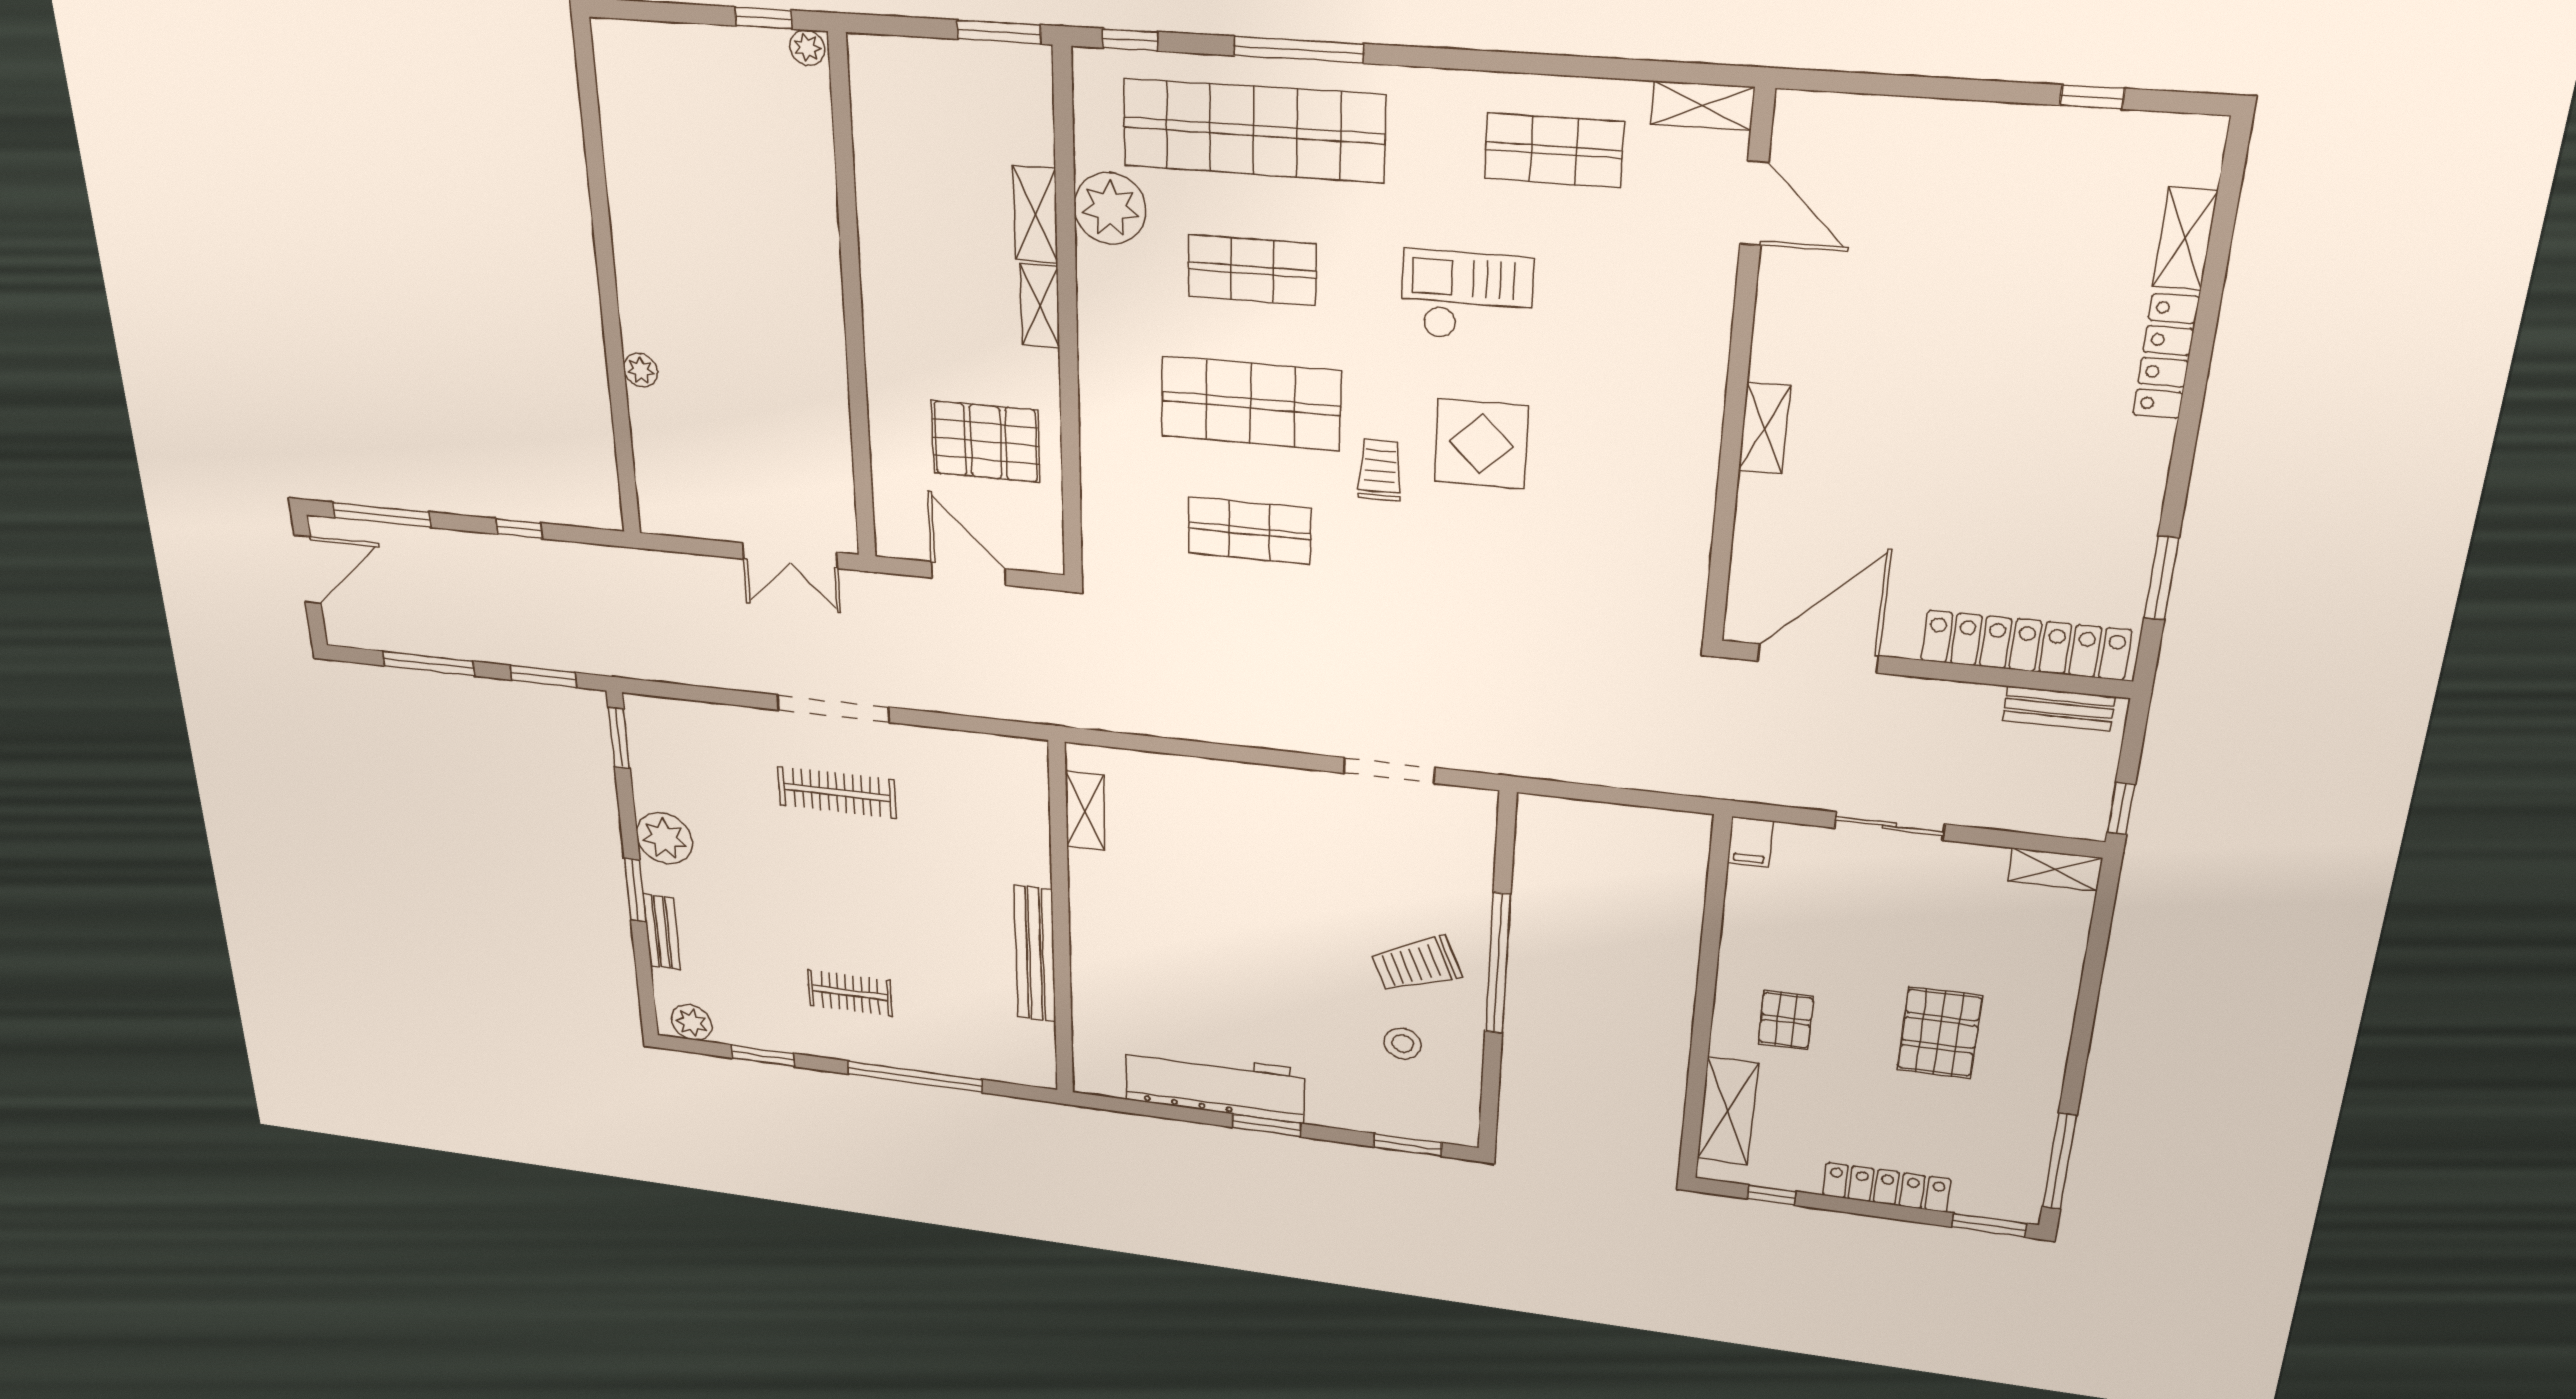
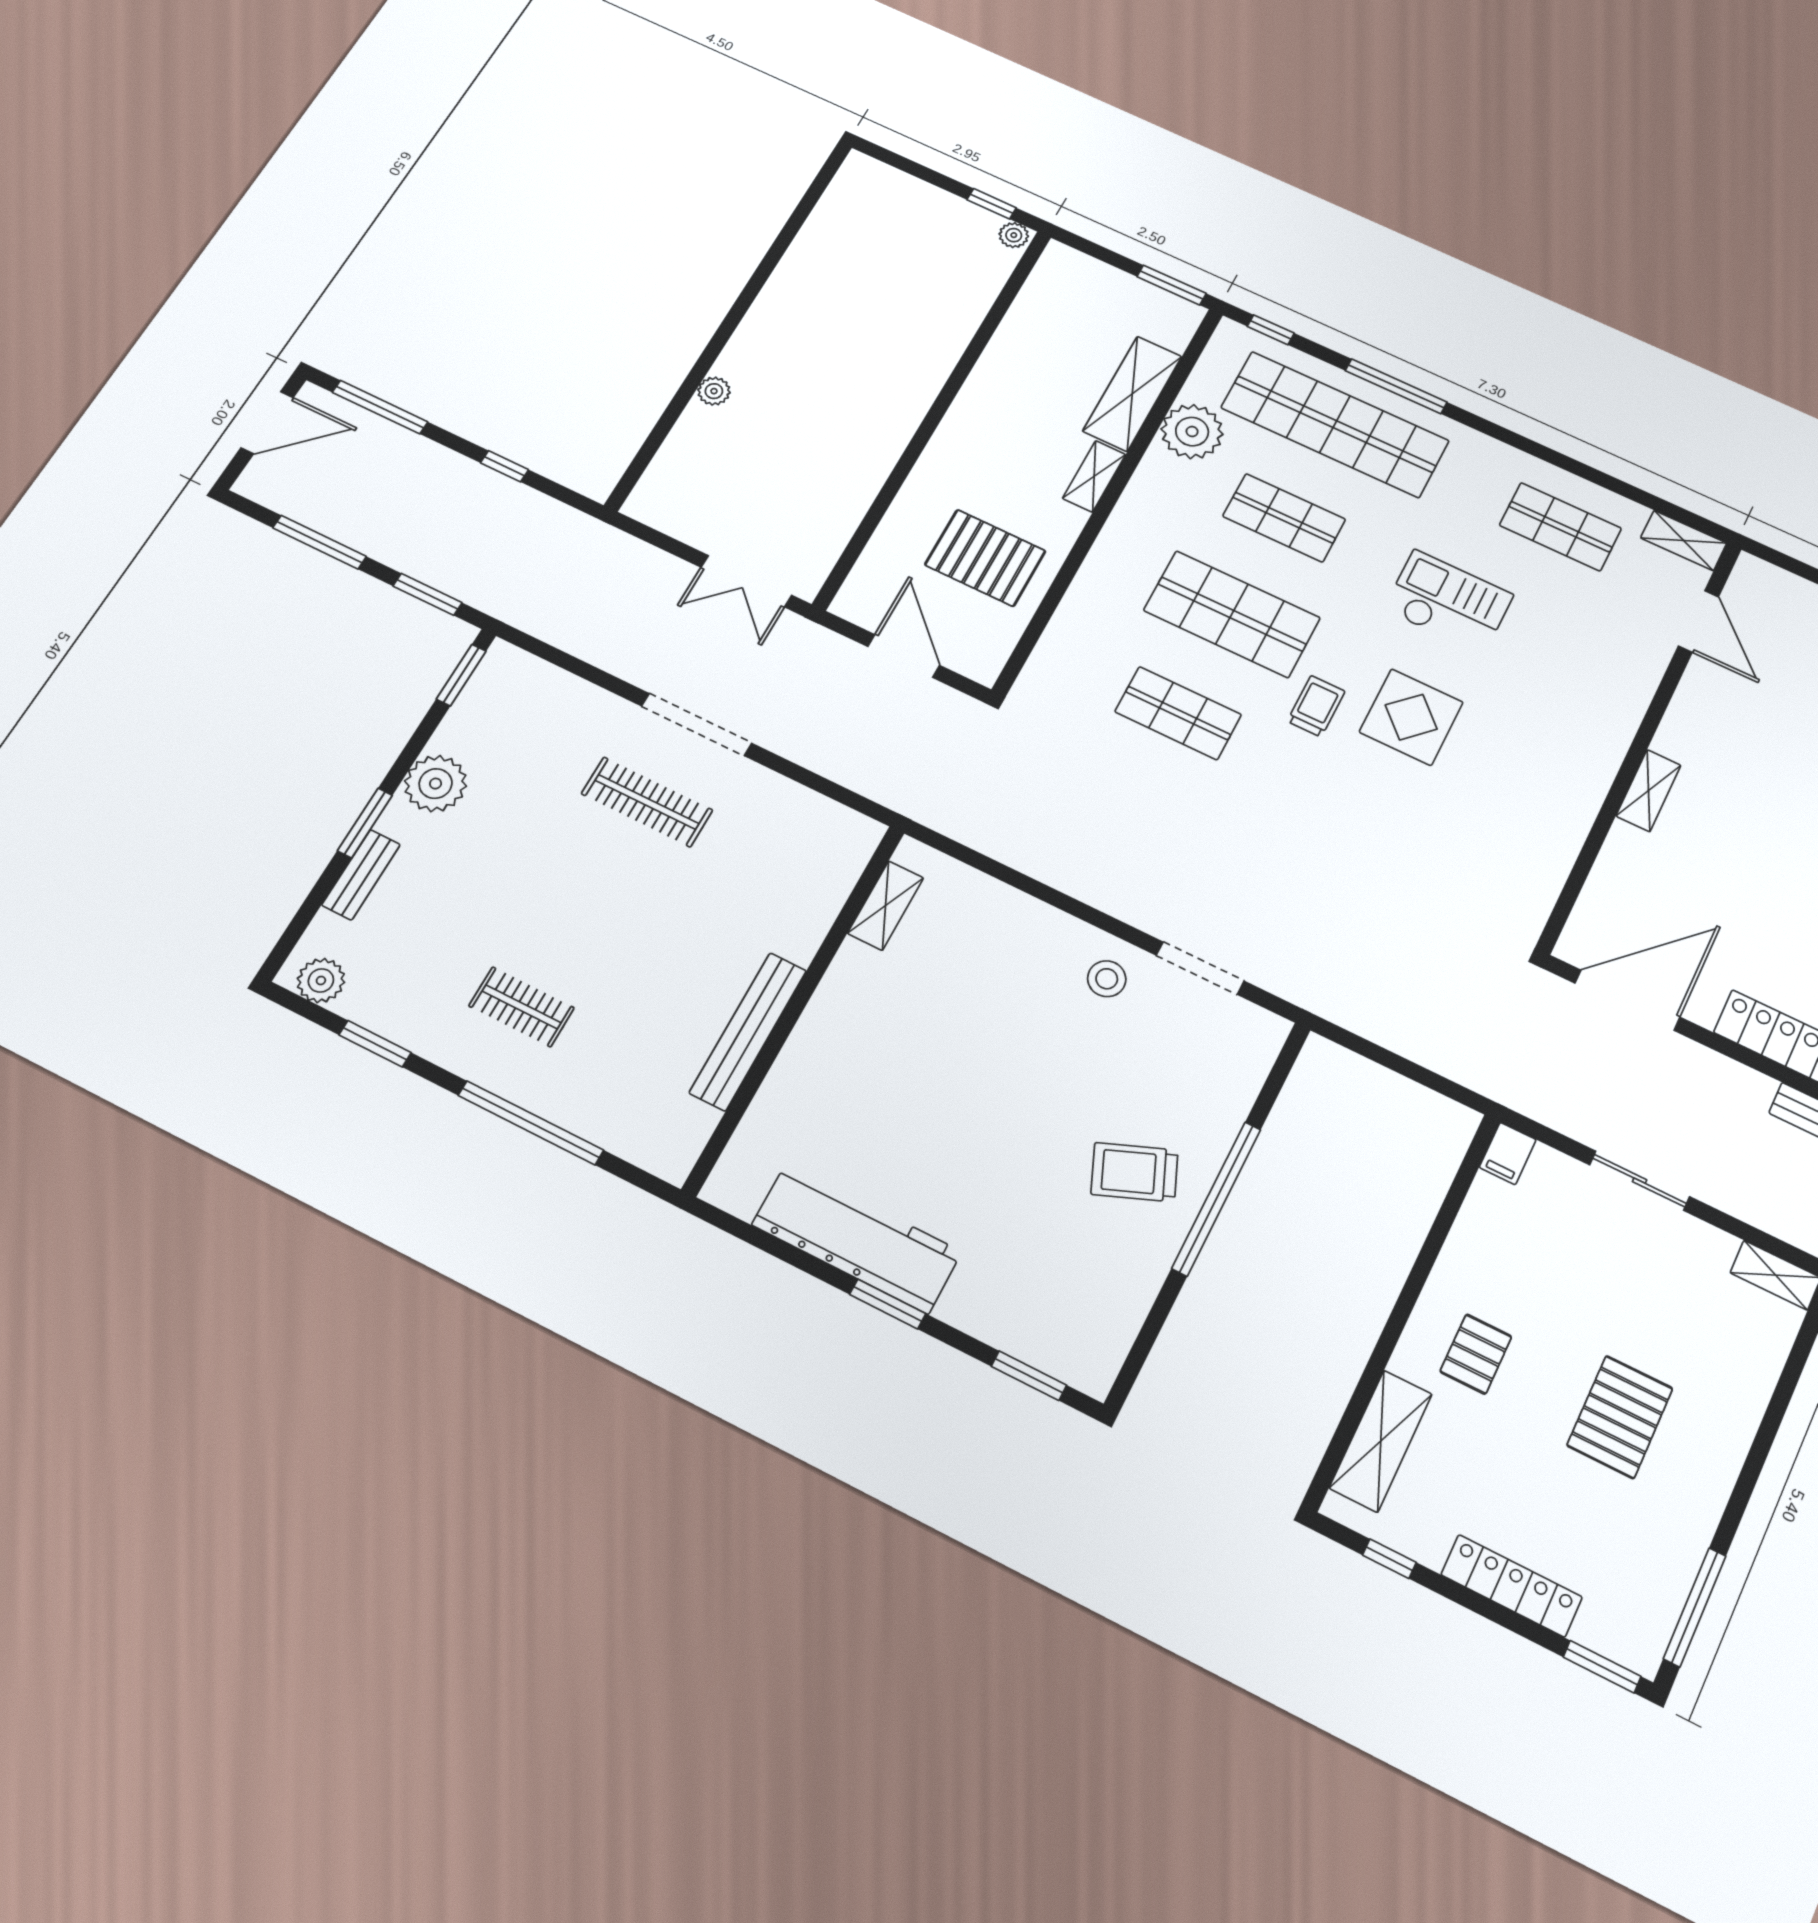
shelving: (1035, 214) -> (1132, 394), width x1.50, depth x1.33
stool: (1403, 1044) -> (1107, 979), moved

